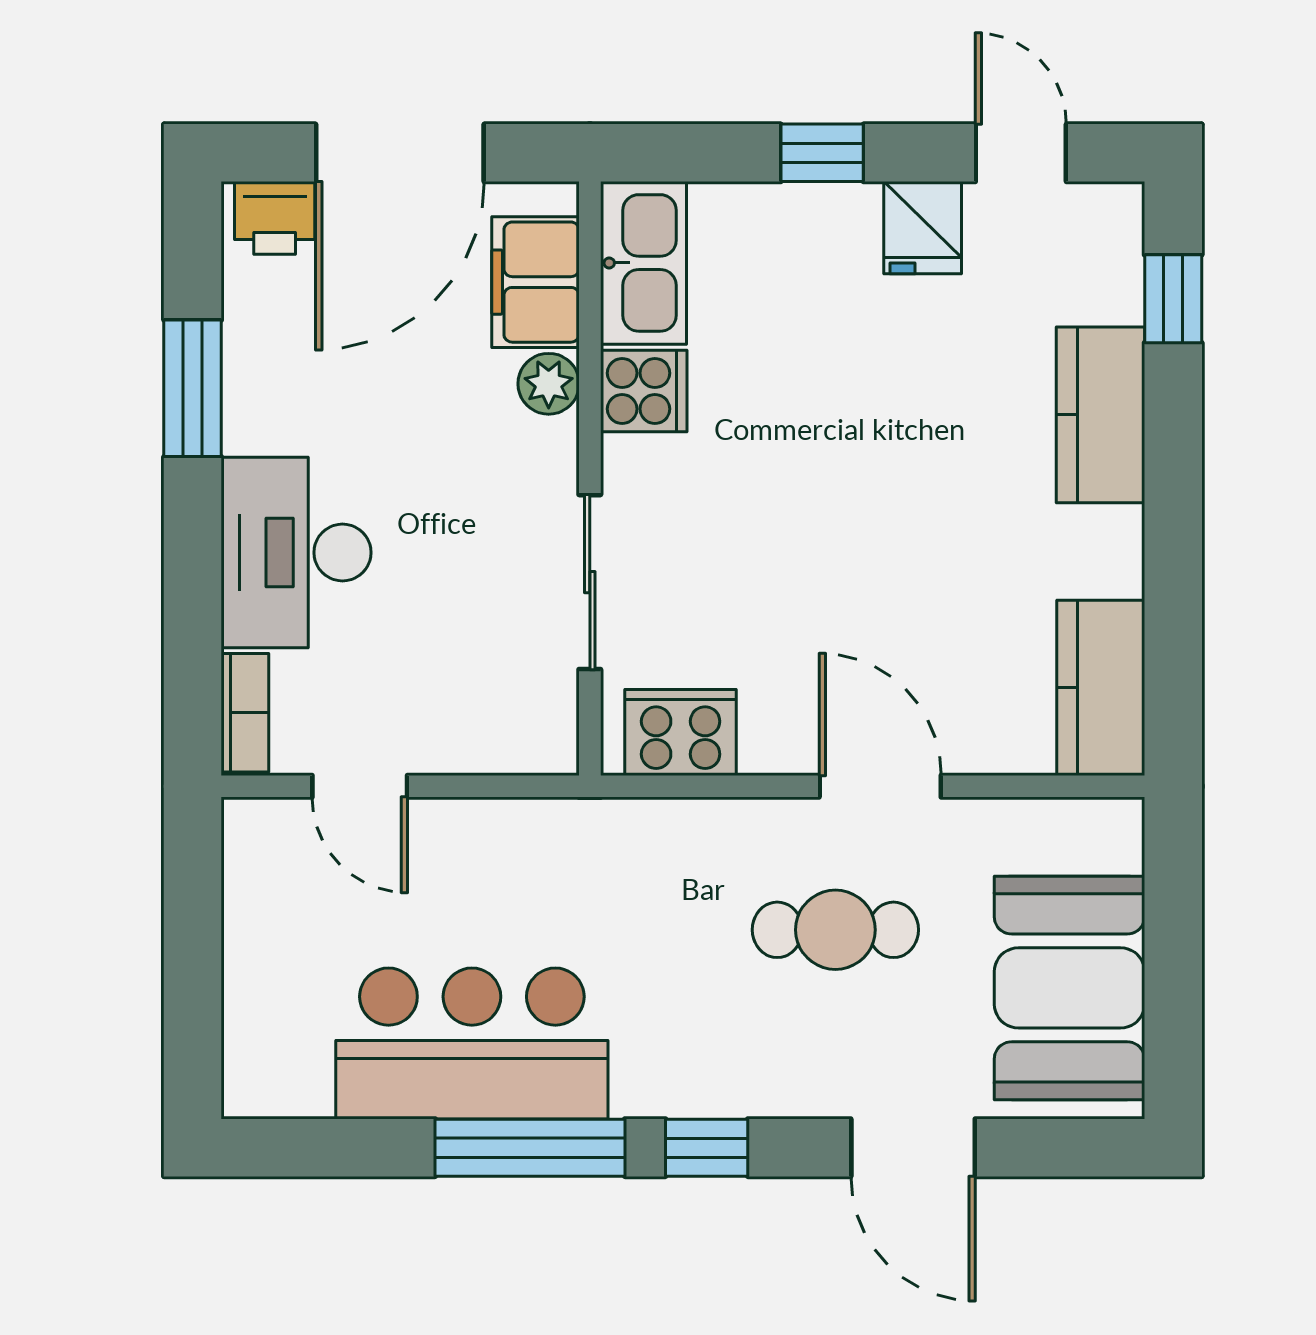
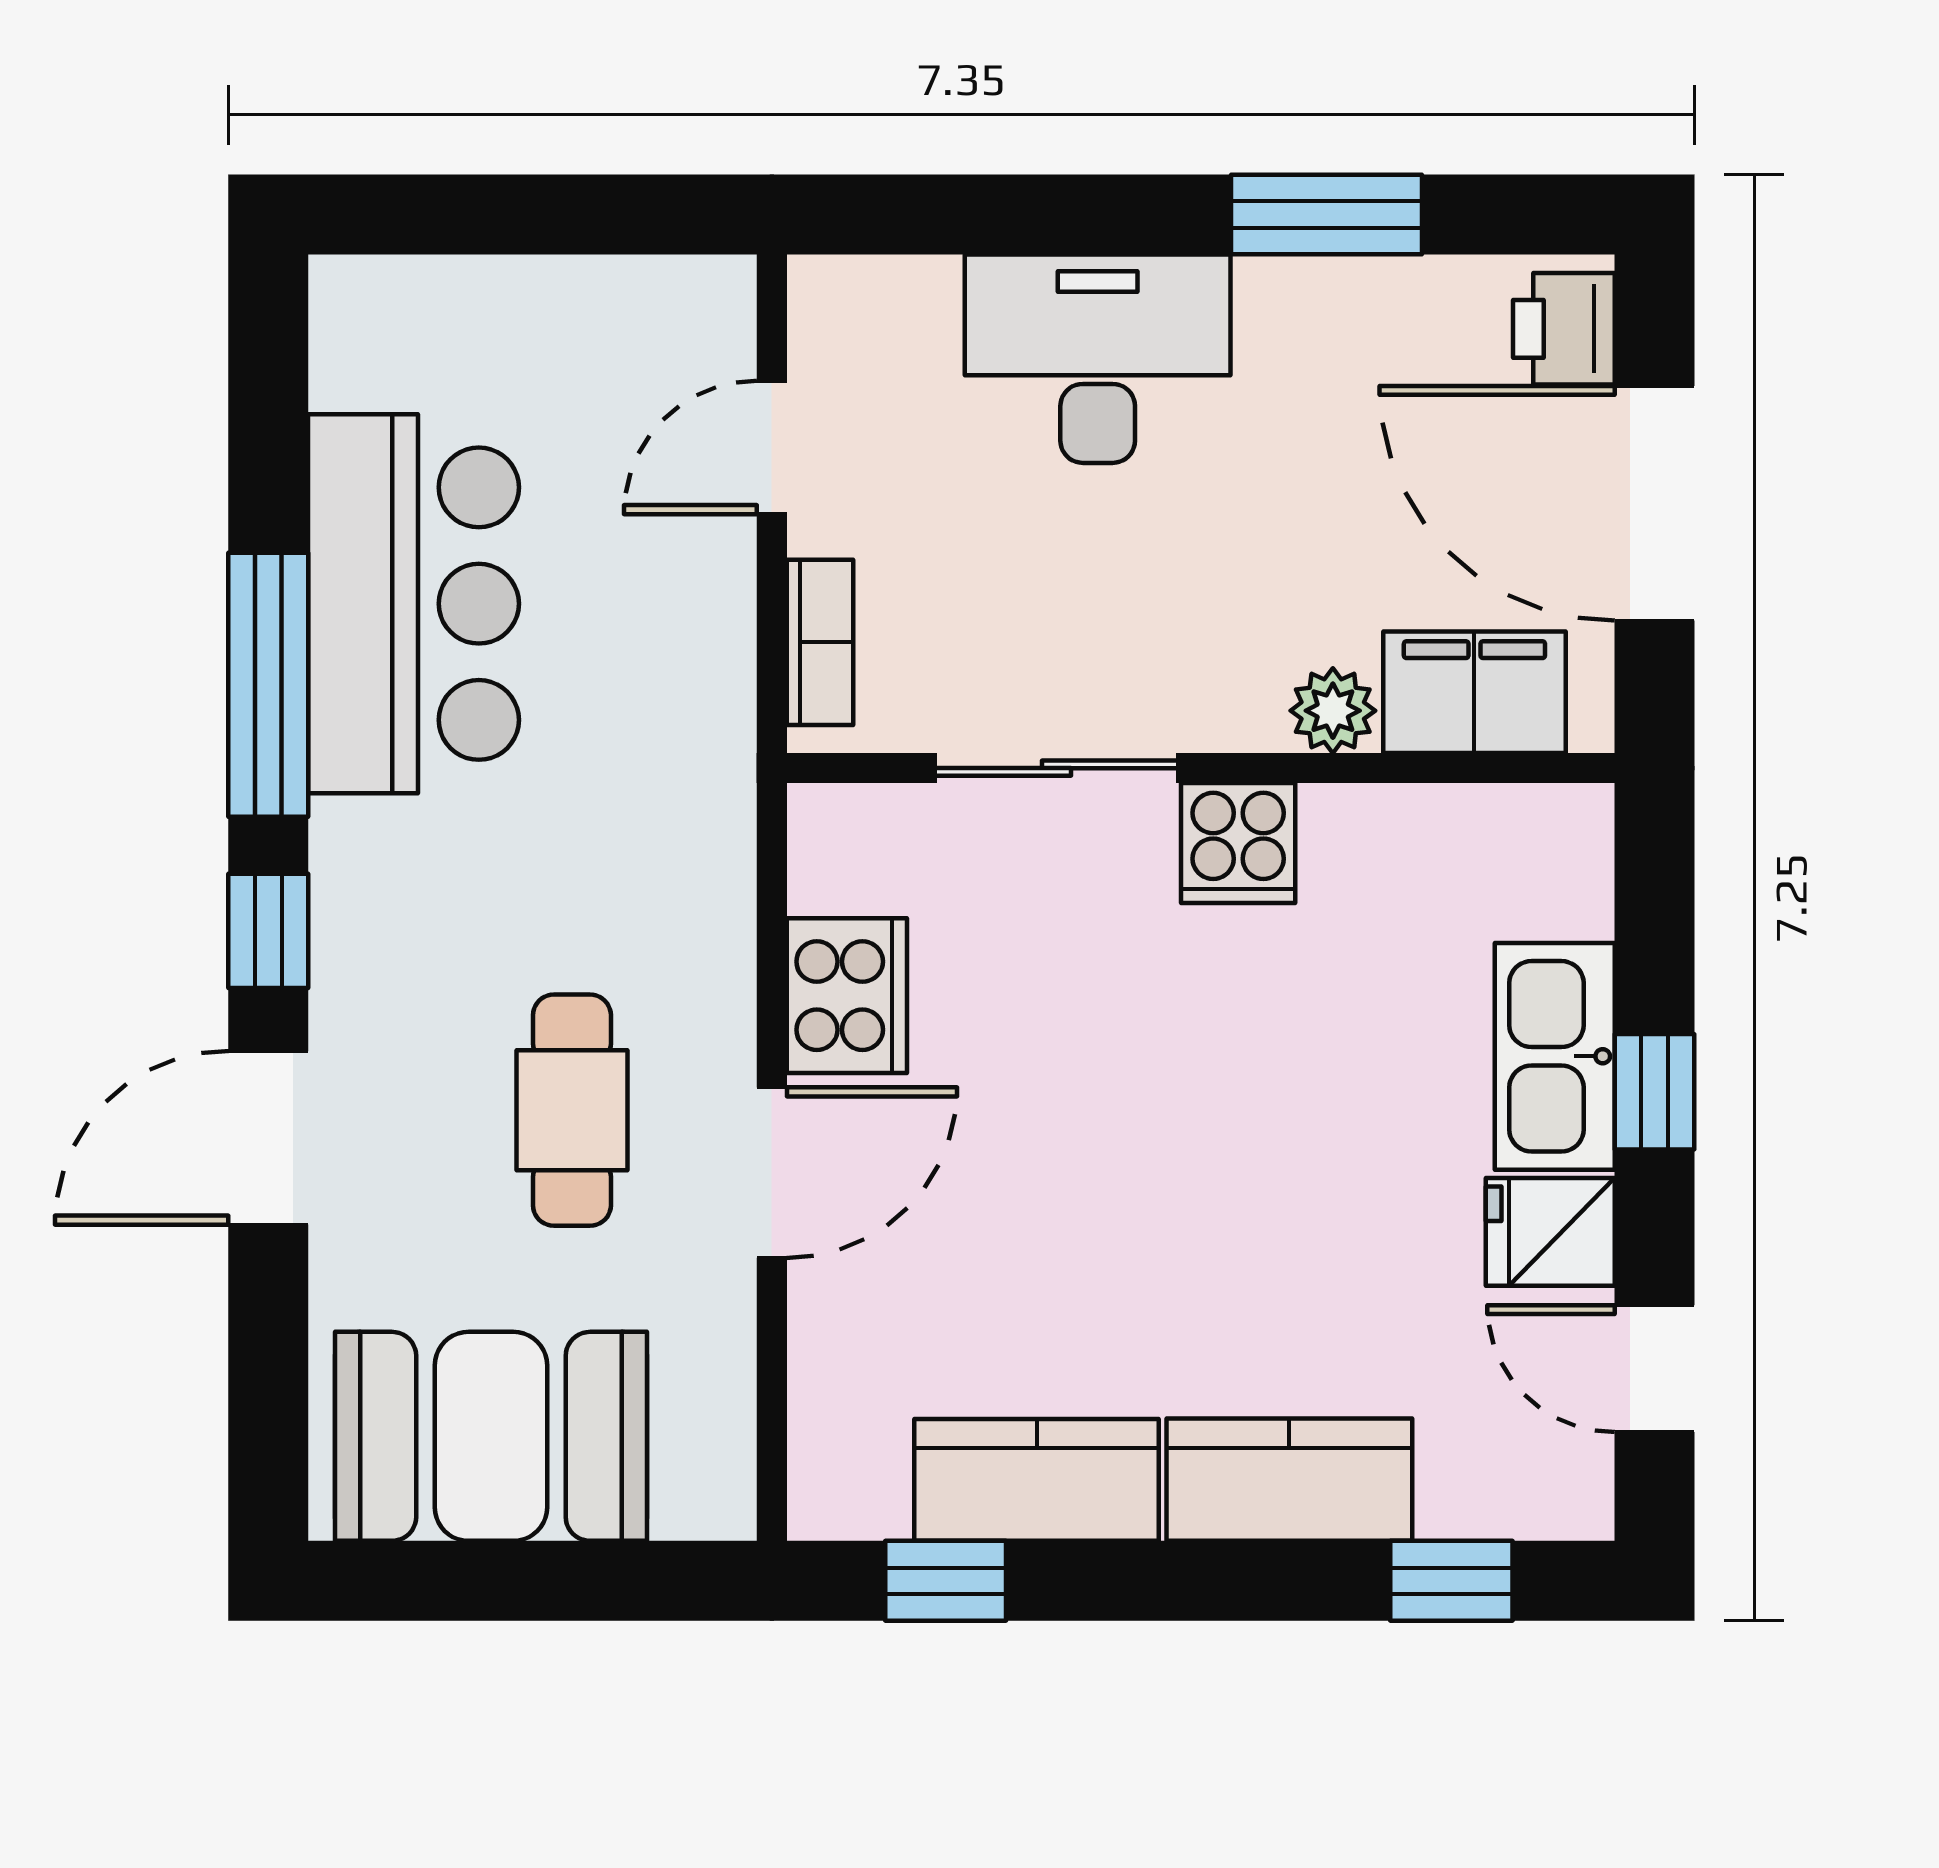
door: (1021, 153) -> (1655, 1369), swing flipped
kitchen sink: (644, 263) -> (1555, 1056), moved, turned 90
cooker: (644, 391) -> (1238, 843), moved
window: (1173, 662) -> (946, 1581), added
kitchen counter: (1101, 688) -> (1037, 1480), moved
bookcase: (245, 713) -> (820, 642), moved, turned -90
cooker: (681, 732) -> (847, 996), moved
door: (913, 1148) -> (268, 1138), moved

